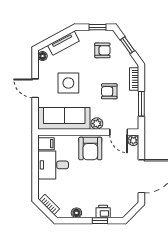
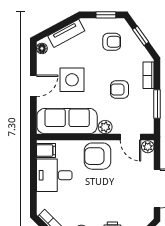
door: (35, 88) -> (33, 86), swing flipped
armchair: (90, 148) -> (97, 156), turned 90

